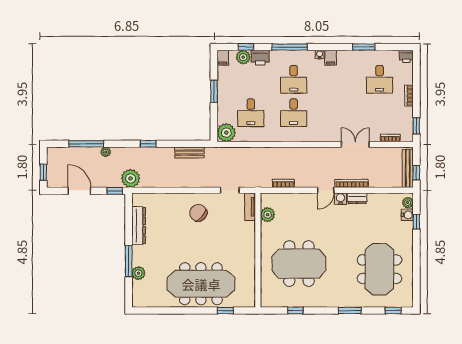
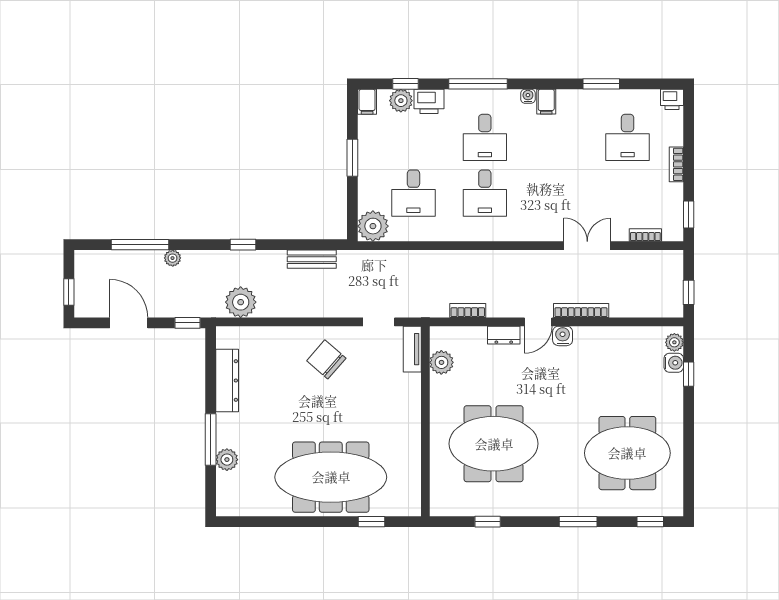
bench: (408, 168) -> (674, 286), removed
plant: (131, 178) -> (241, 302), moved
dresser: (357, 198) -> (504, 335), moved
meeting table: (379, 269) -> (627, 453), turned 90

